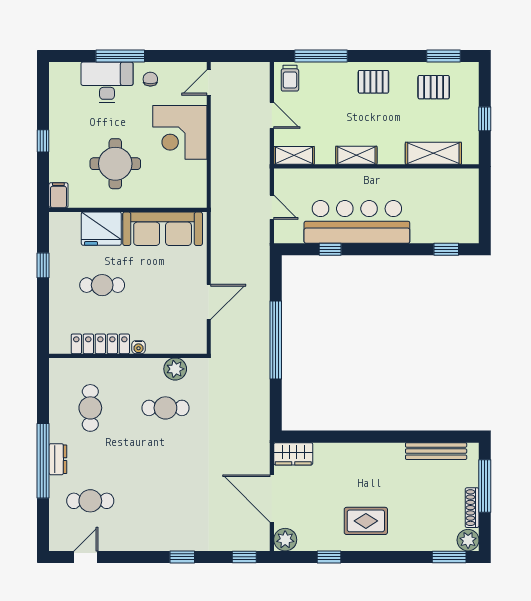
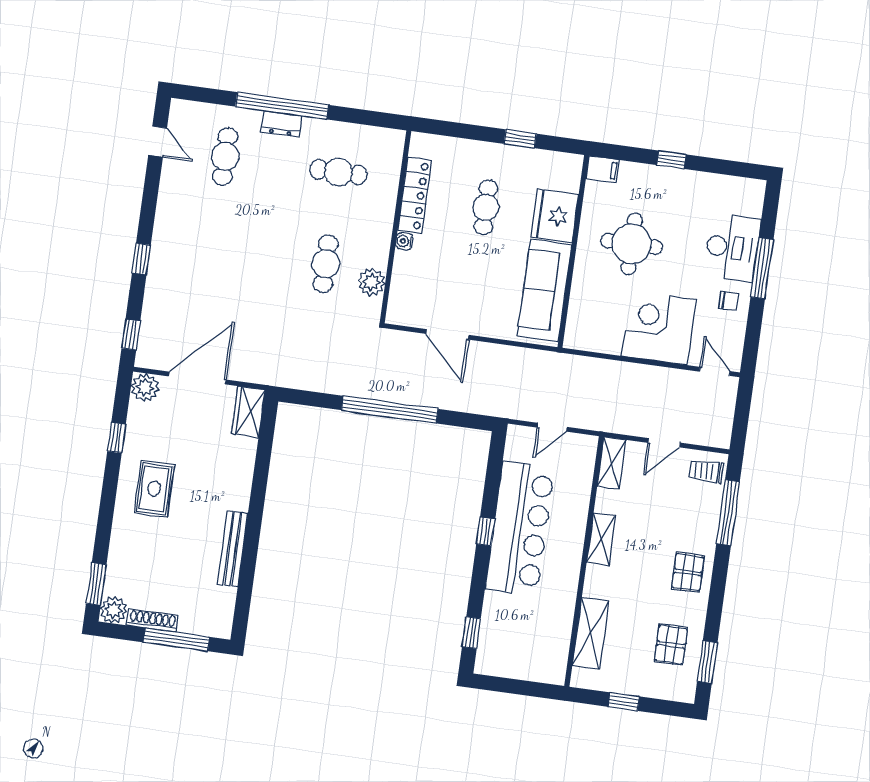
window: (330, 249) -> (485, 531), moved
bench: (436, 451) -> (232, 549), moved

